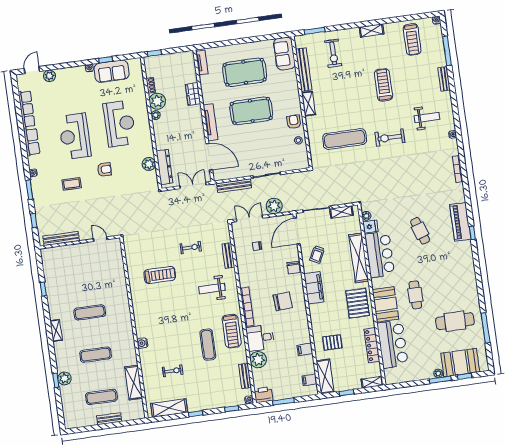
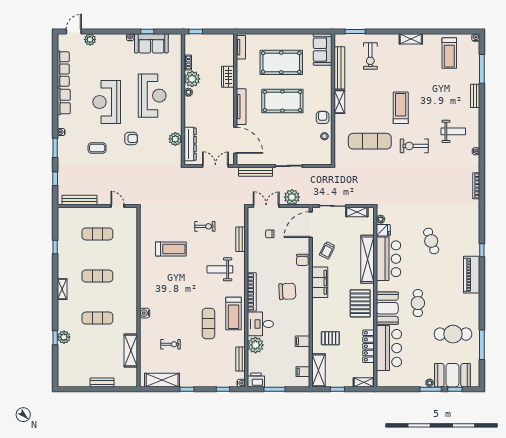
treadmill: (384, 85) -> (401, 108), moved
piano: (460, 222) -> (472, 275), moved
exercise mat: (101, 397) -> (97, 234), moved

